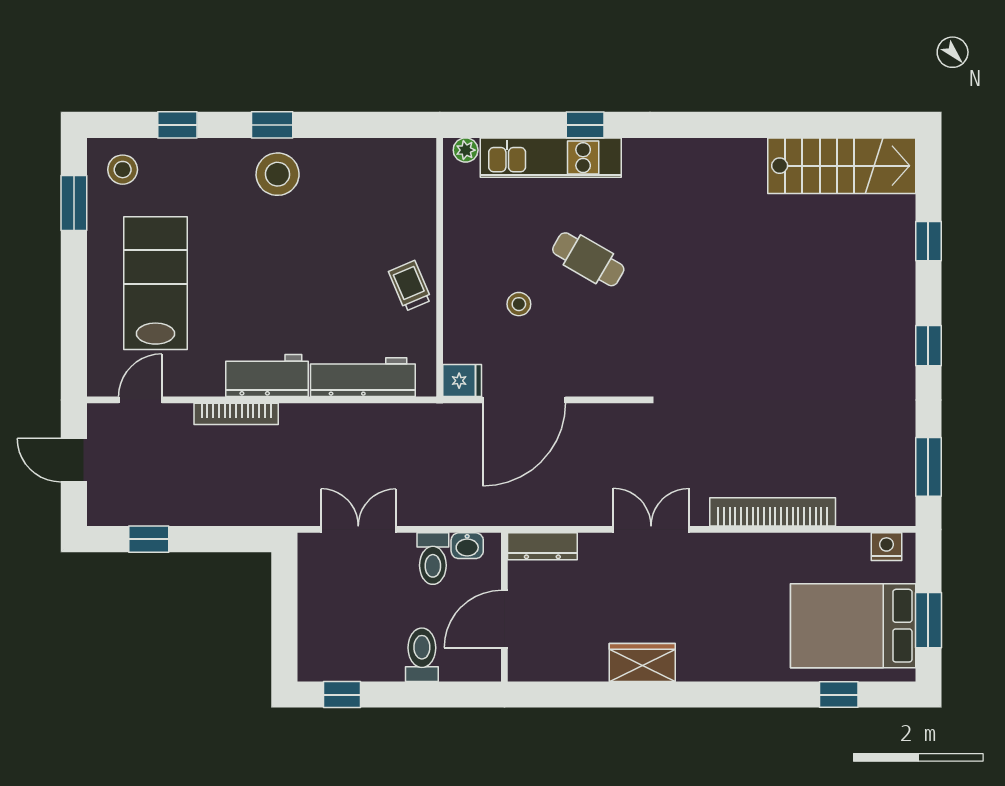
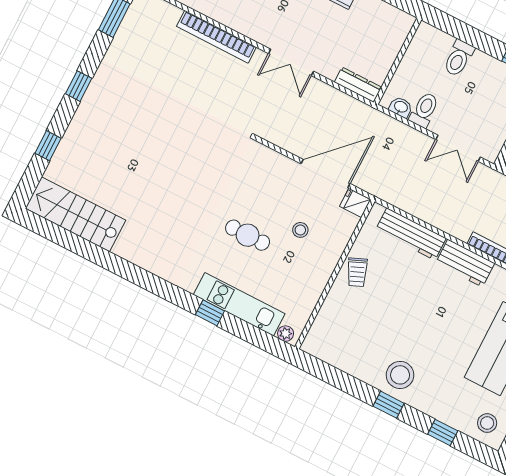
cafe table: (588, 259) -> (248, 235), turned -30
door: (504, 619) -> (401, 54), removed

